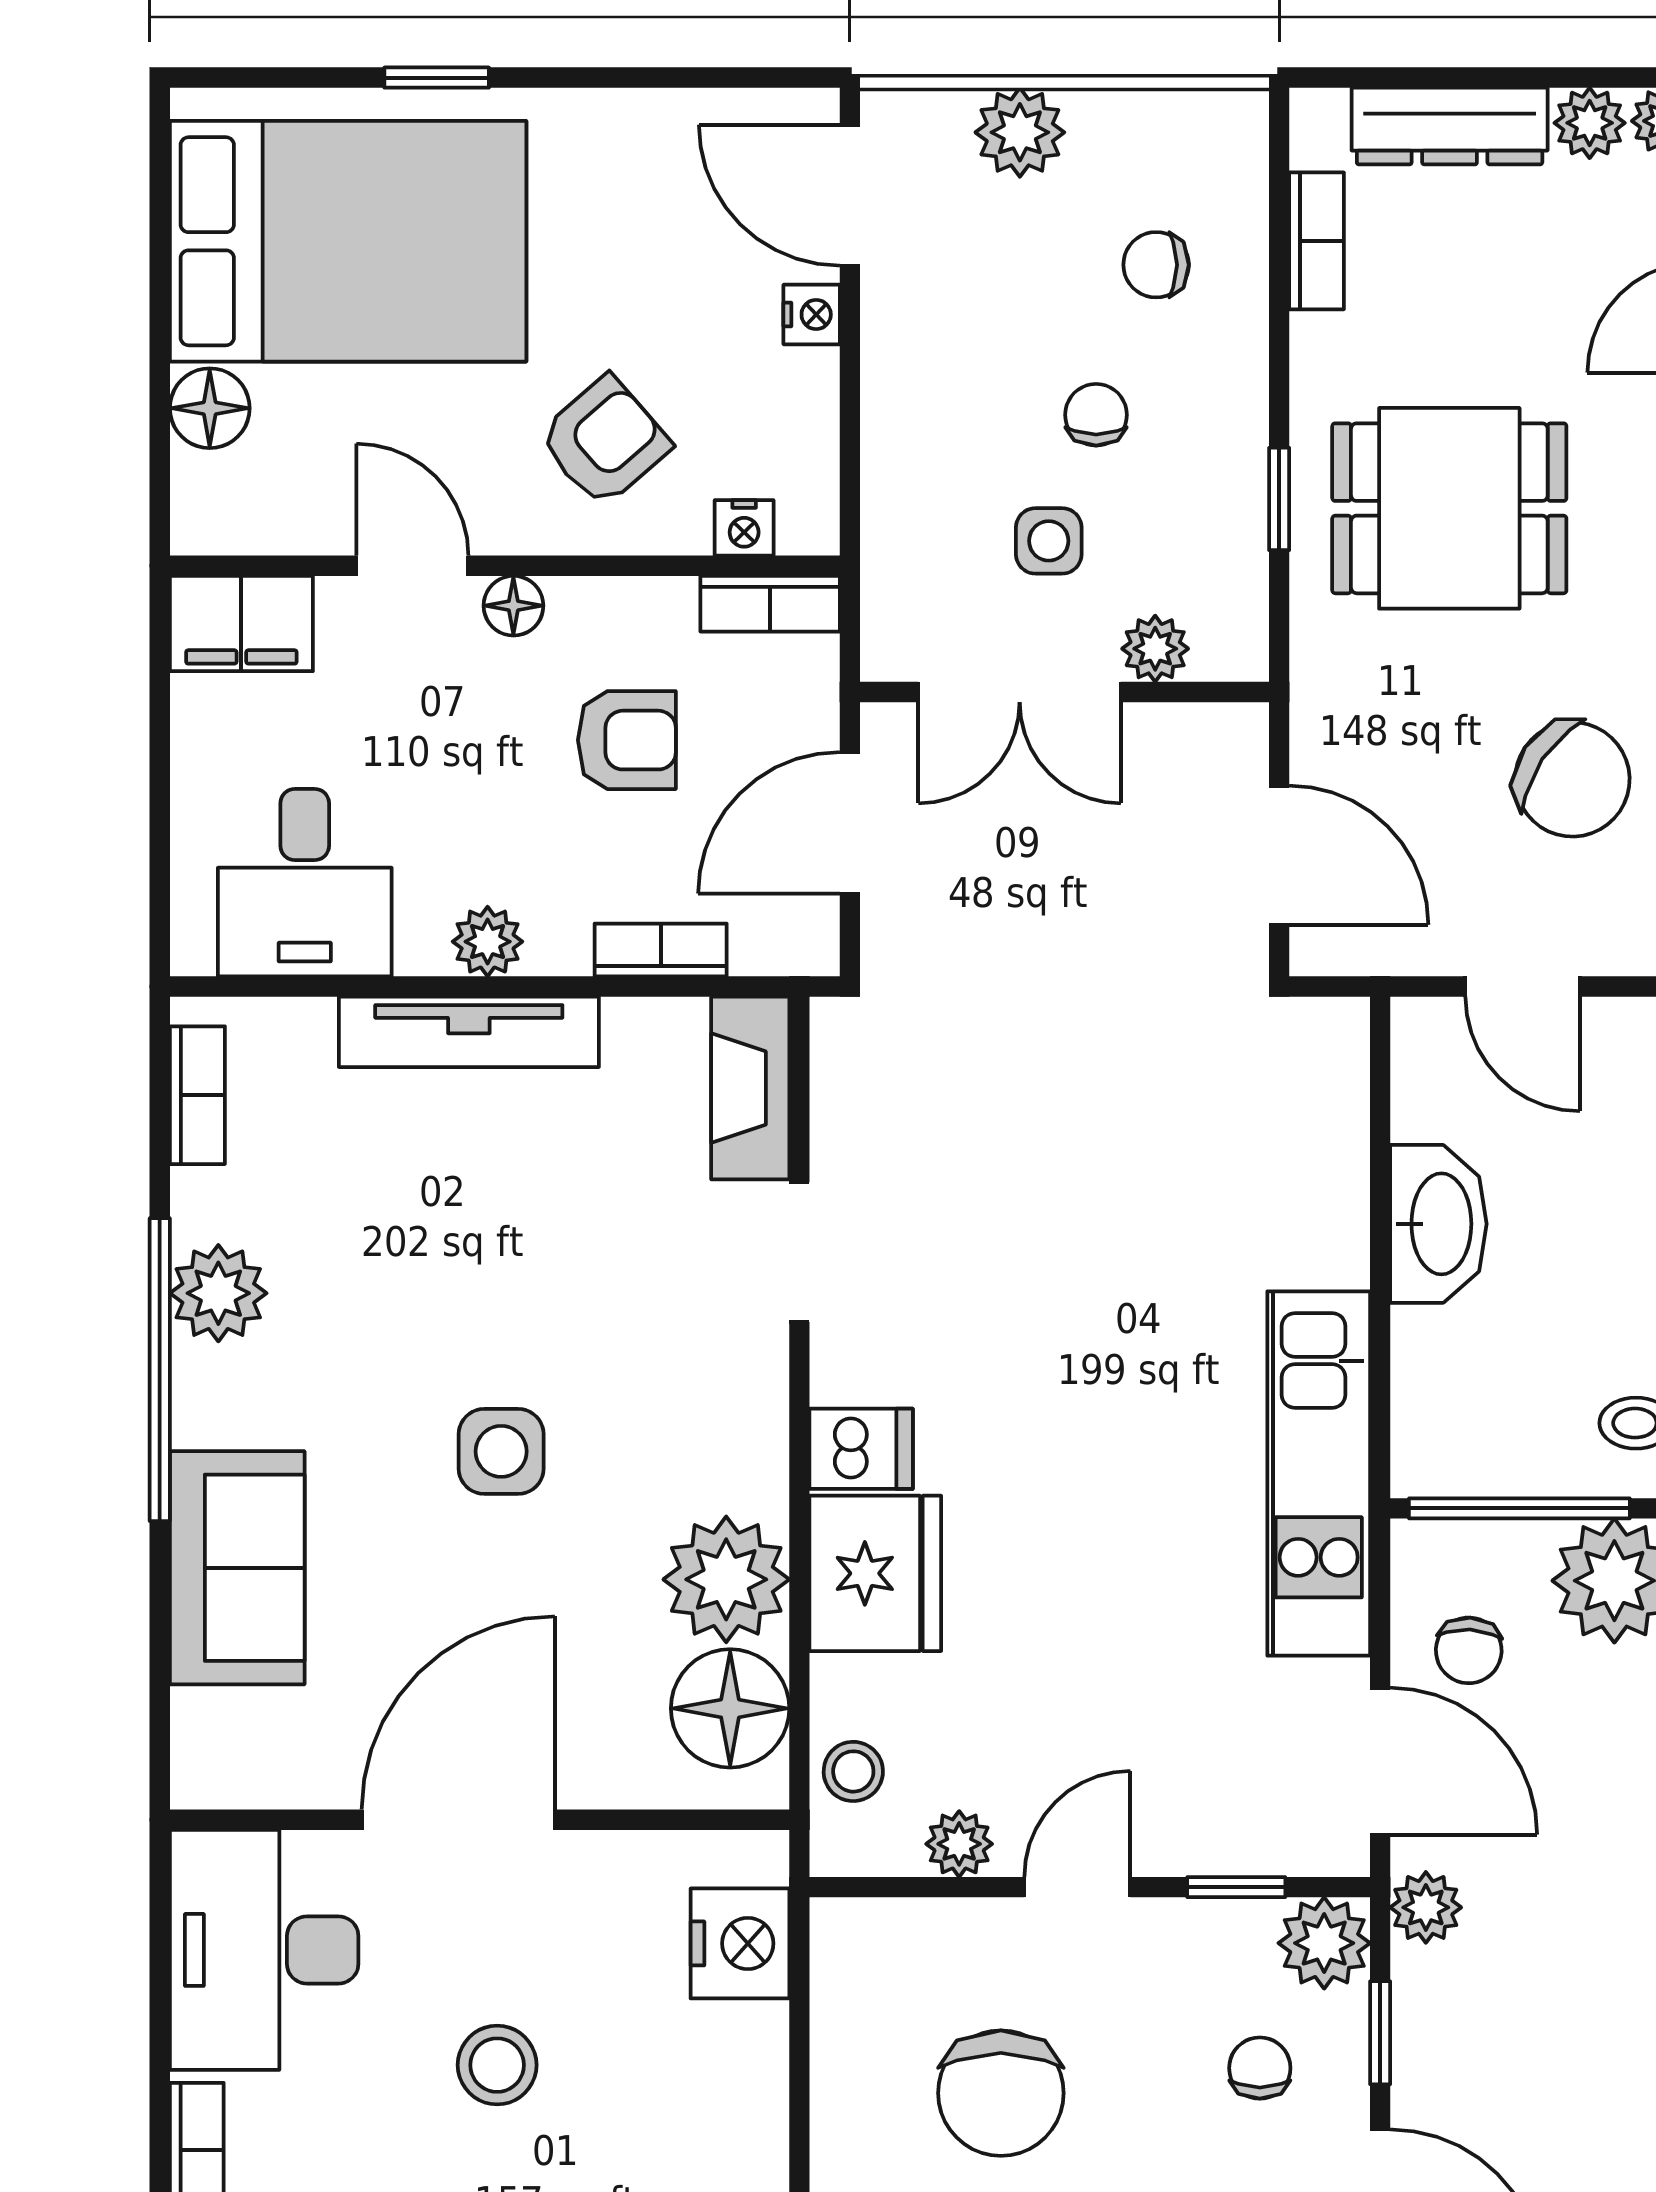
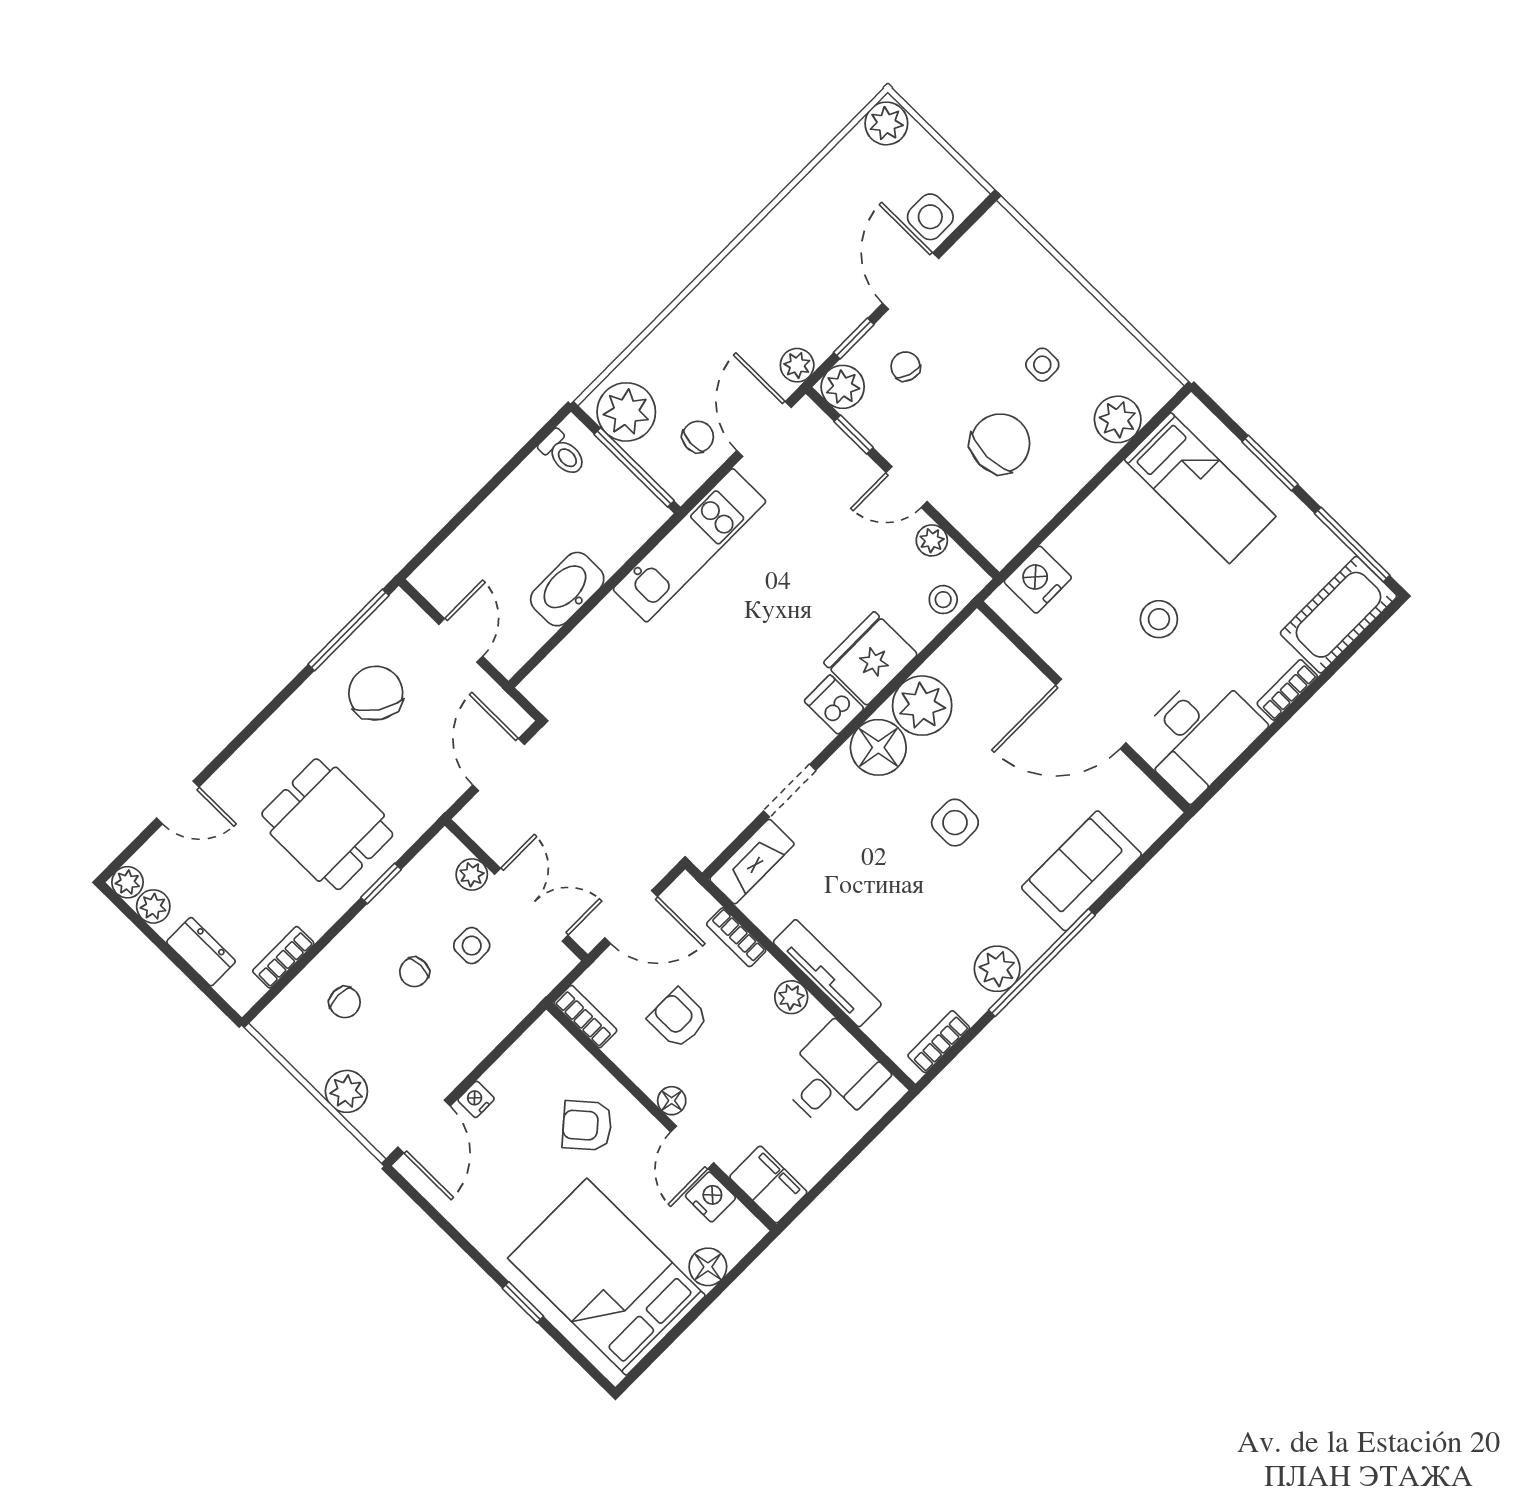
dresser: (1450, 126) -> (201, 952), width x0.70
nightstand: (744, 528) -> (710, 1197), moved, width x1.39, depth x1.35
floor lamp: (730, 1708) -> (878, 747), moved
chair: (1260, 2068) -> (905, 366), turned 108

